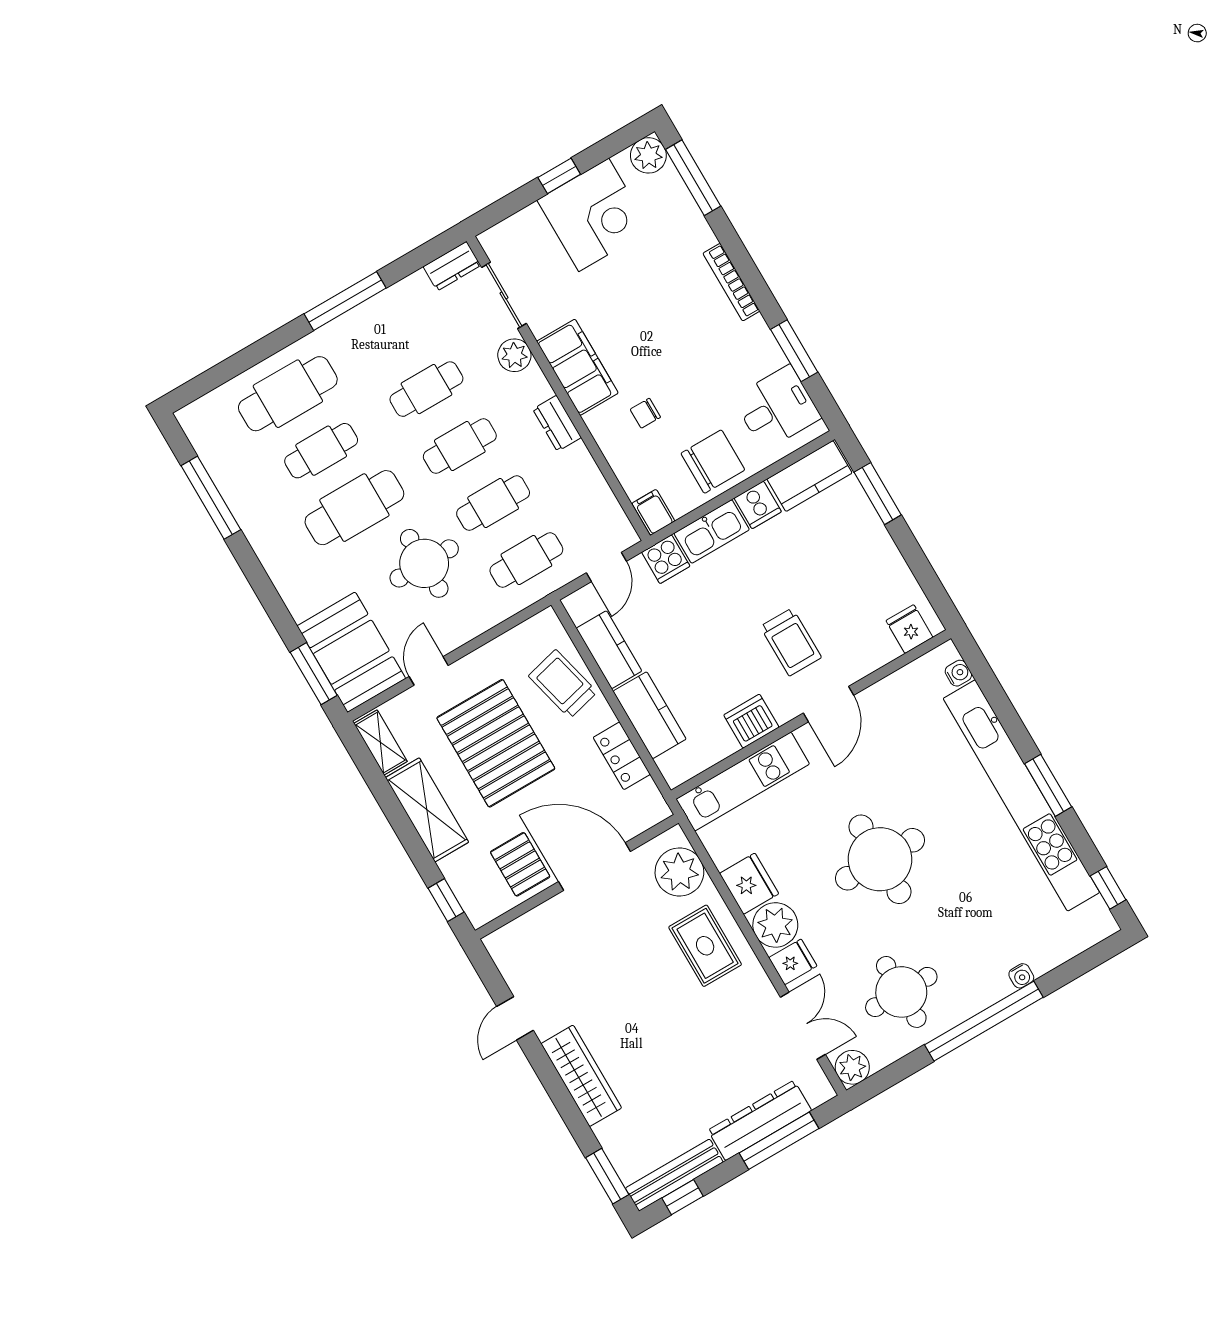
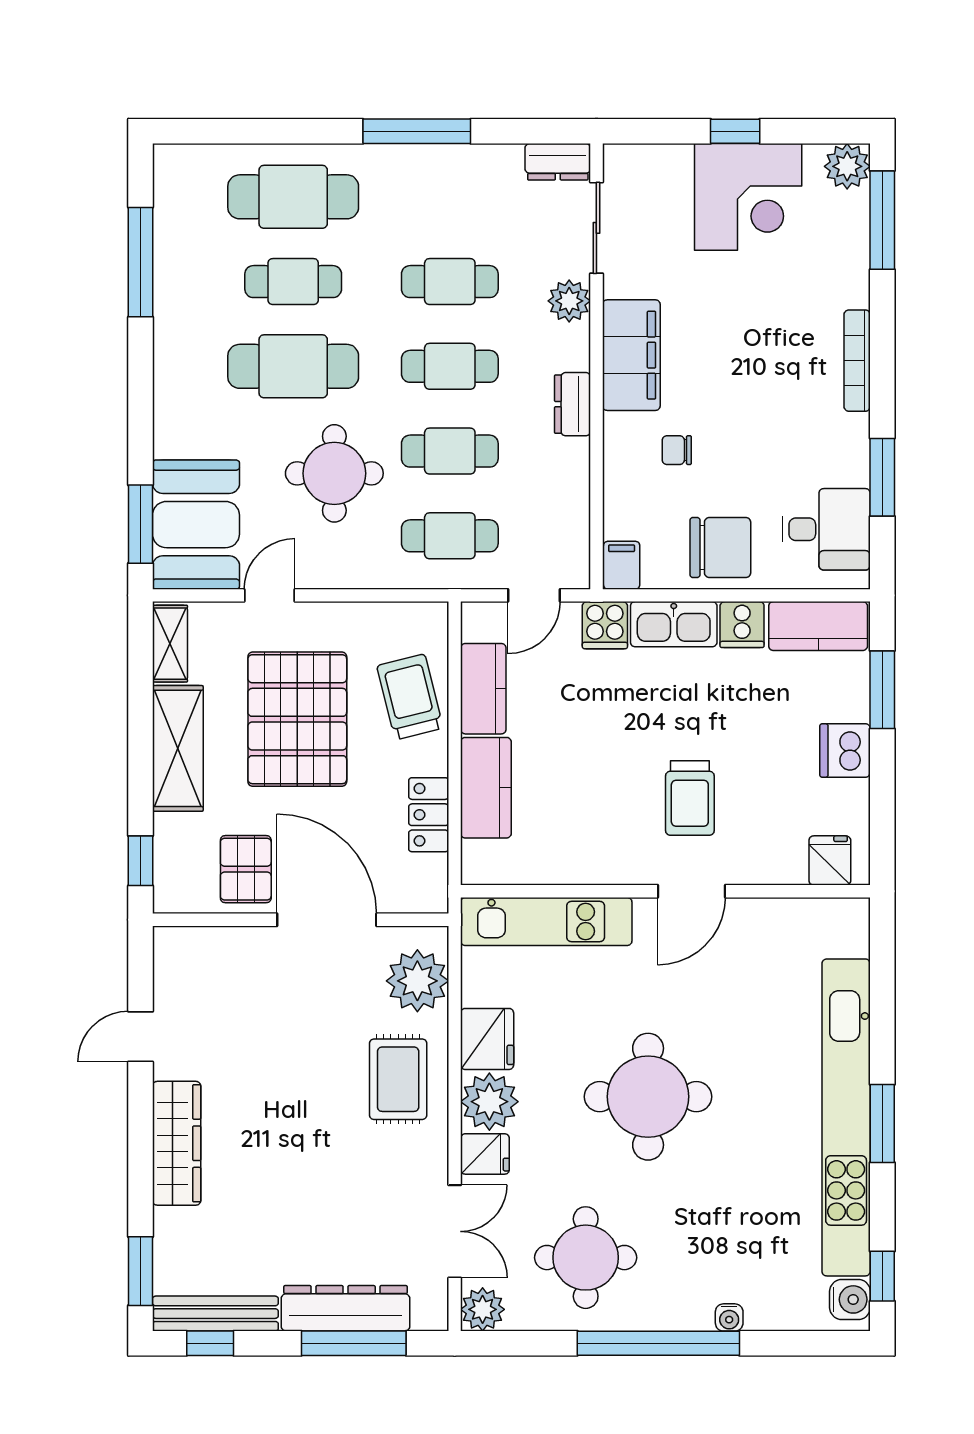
water cooler: (958, 673) -> (850, 1299), moved, width x1.38, depth x1.38
dishwasher: (751, 721) -> (845, 750), moved, turned -90

